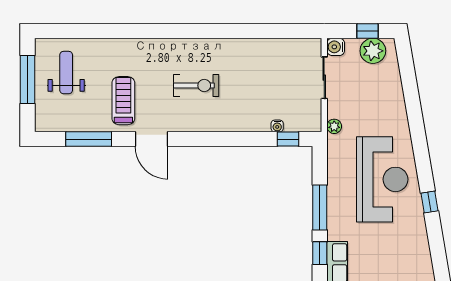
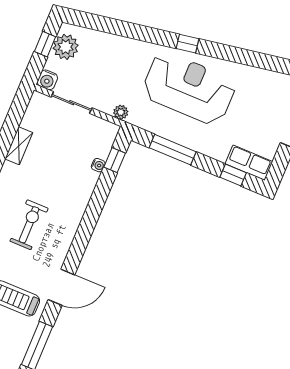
shelving: (265, 46) -> (19, 146), added
window: (429, 202) -> (187, 44), moved
window: (320, 208) -> (173, 150), moved

